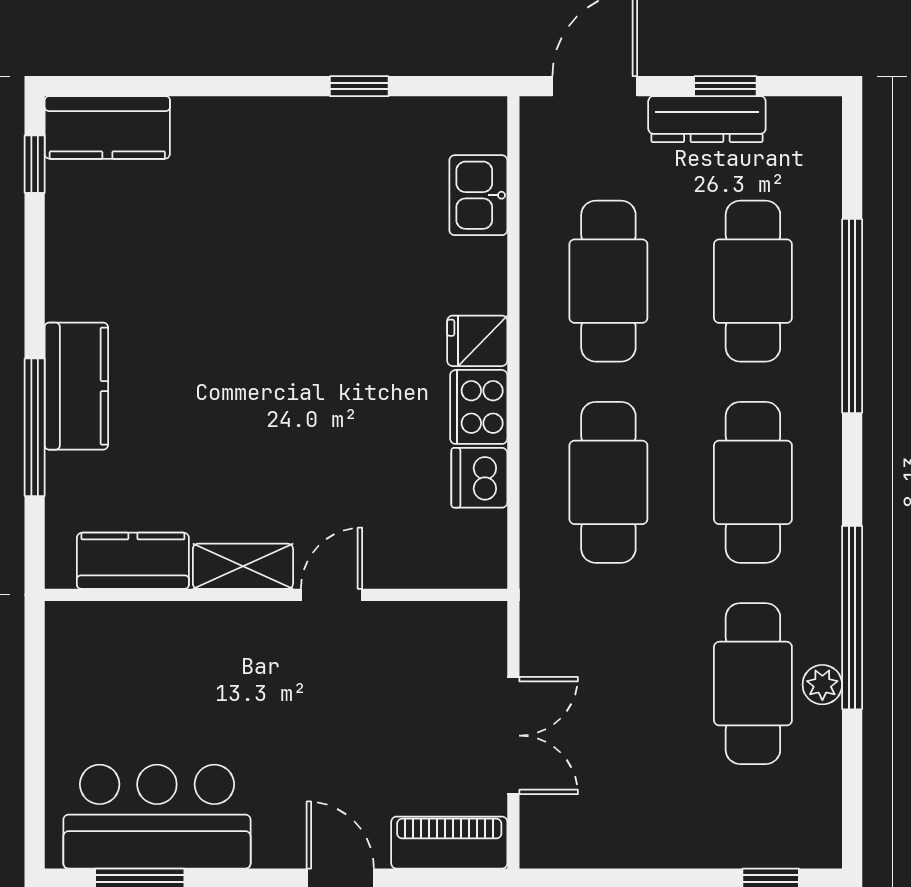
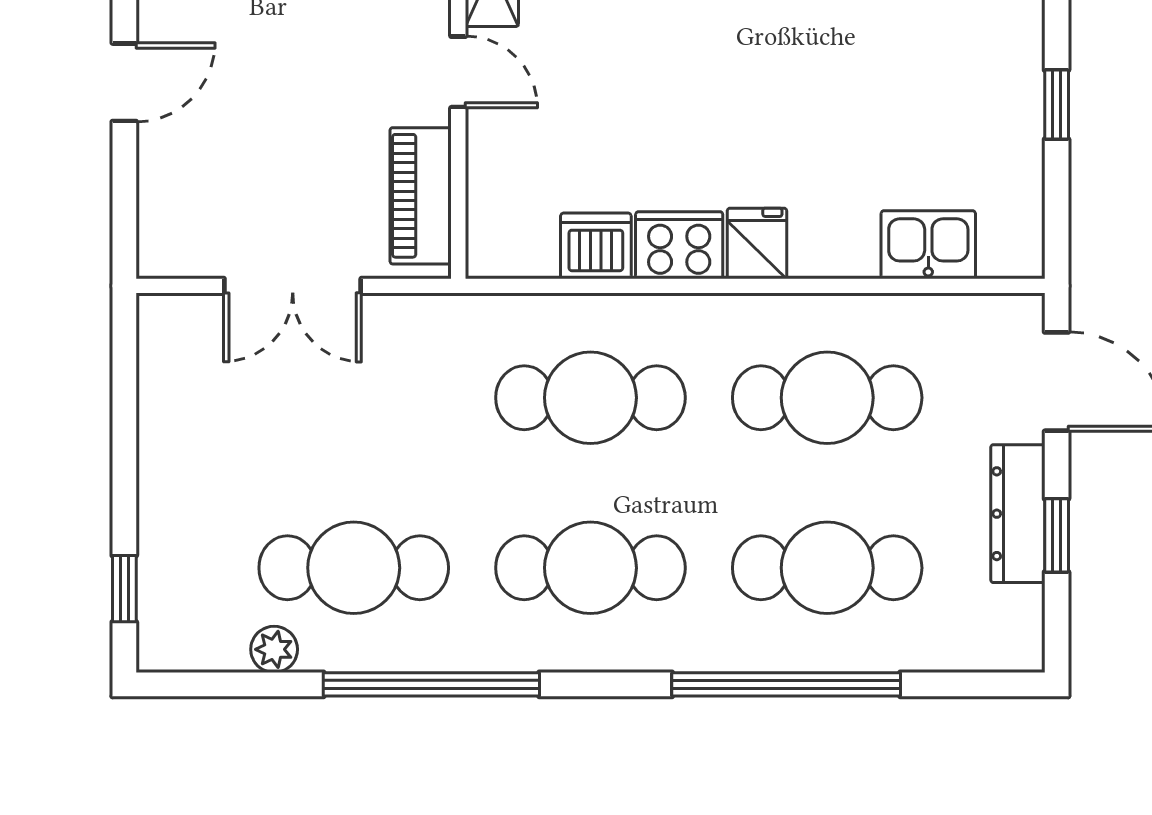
plant: (822, 685) -> (274, 649), moved
piano: (449, 843) -> (421, 196), moved, turned 180

